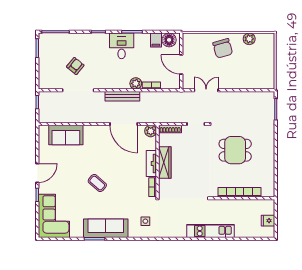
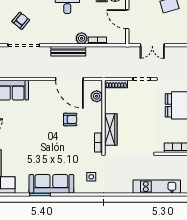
double door: (206, 90) -> (152, 45), swing flipped
plant: (151, 131) -> (97, 96), moved
wardrobe: (165, 162) -> (111, 129), moved
armchair: (124, 164) -> (70, 120), added
tv unit: (151, 164) -> (97, 119), removed
coffee table: (97, 183) -> (43, 138), removed

